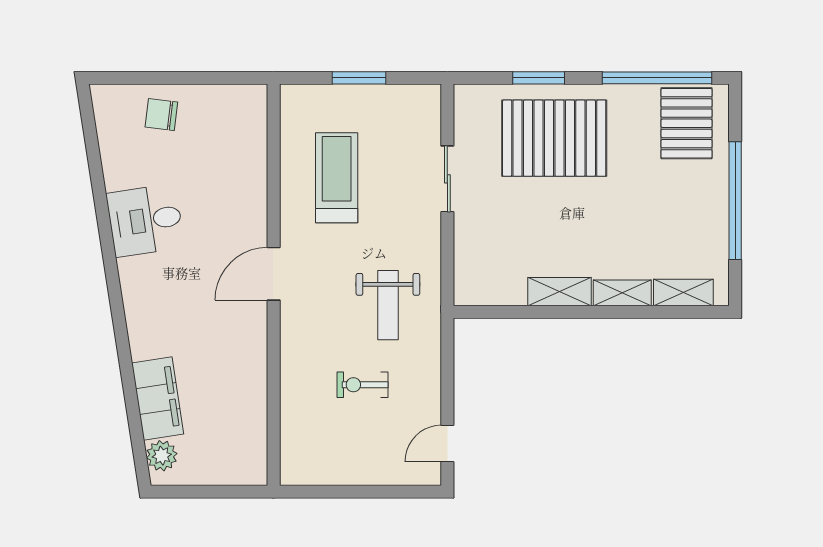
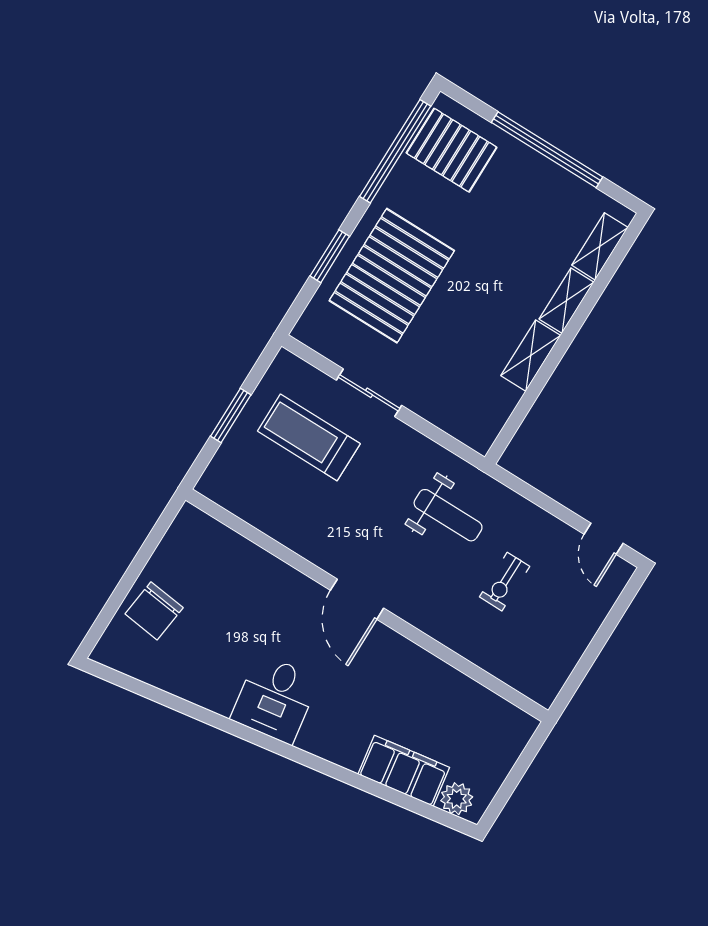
chair: (161, 115) -> (154, 611), width x1.37, depth x1.37
treadmill: (337, 178) -> (309, 437), moved
desk: (145, 220) -> (275, 699), moved

